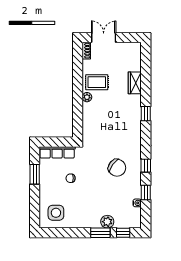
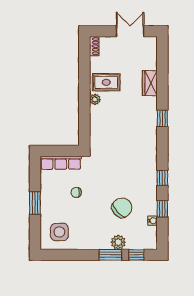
double door: (104, 38) -> (130, 31), moved
chair: (117, 168) -> (122, 208), moved, turned -78
window: (35, 174) -> (35, 203), moved

